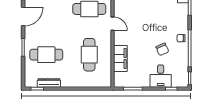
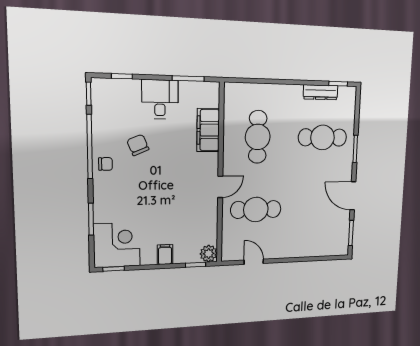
door: (23, 16) -> (353, 196), hinge flipped
door: (112, 24) -> (220, 187), swing flipped
desk: (161, 76) -> (160, 99), moved

